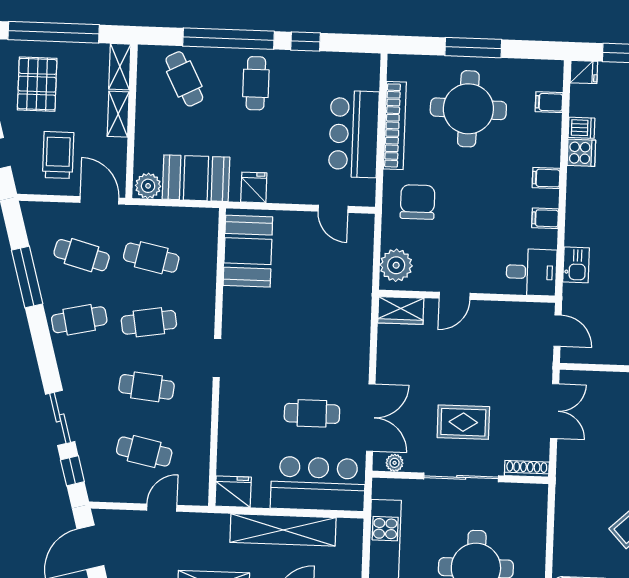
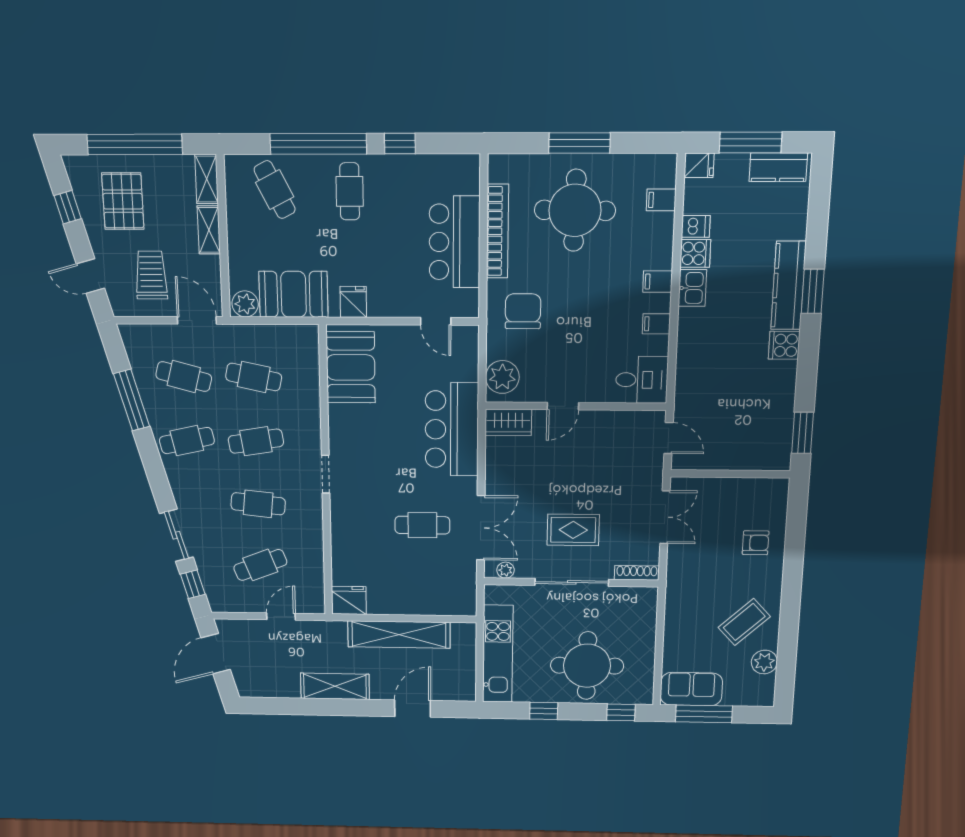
kitchen sink: (576, 265) -> (692, 288), moved
cafe table: (144, 452) -> (260, 565), turned -33
bar counter: (318, 484) -> (452, 429), moved, turned -90

